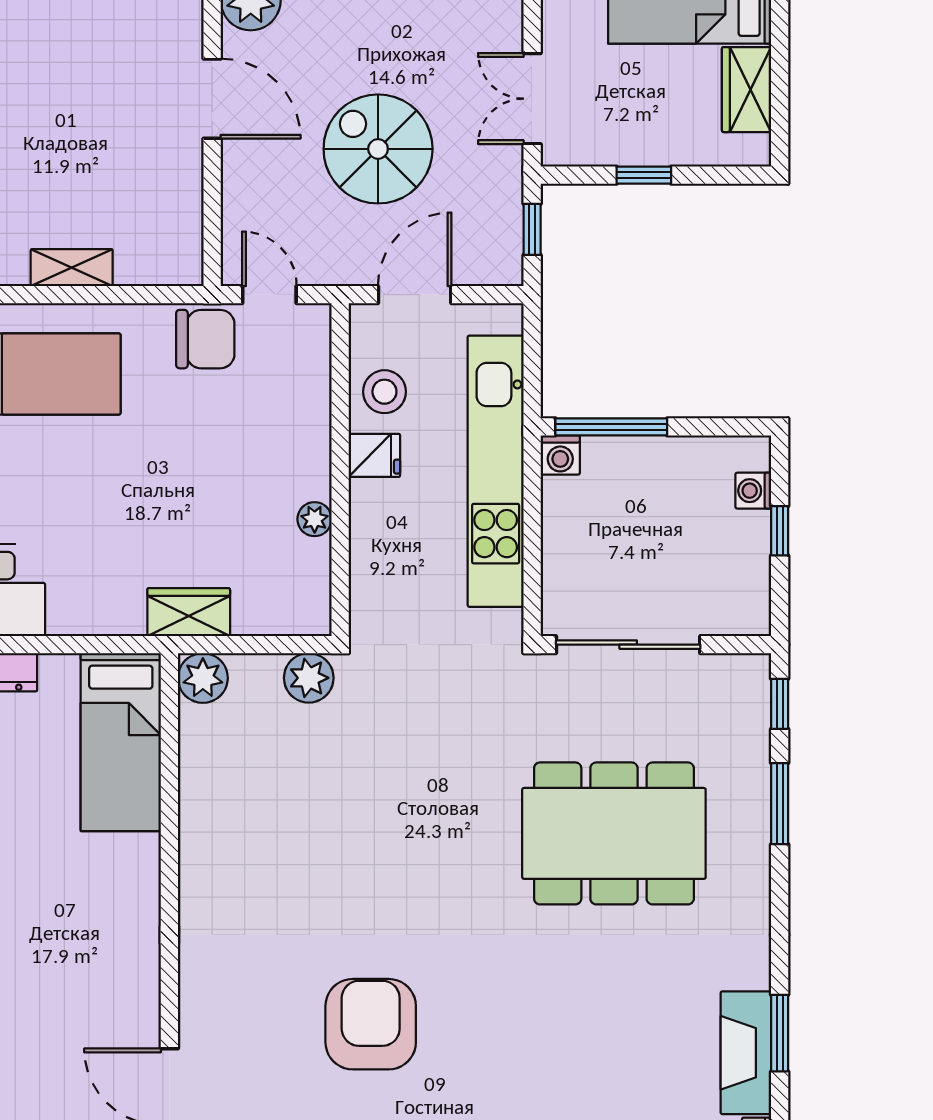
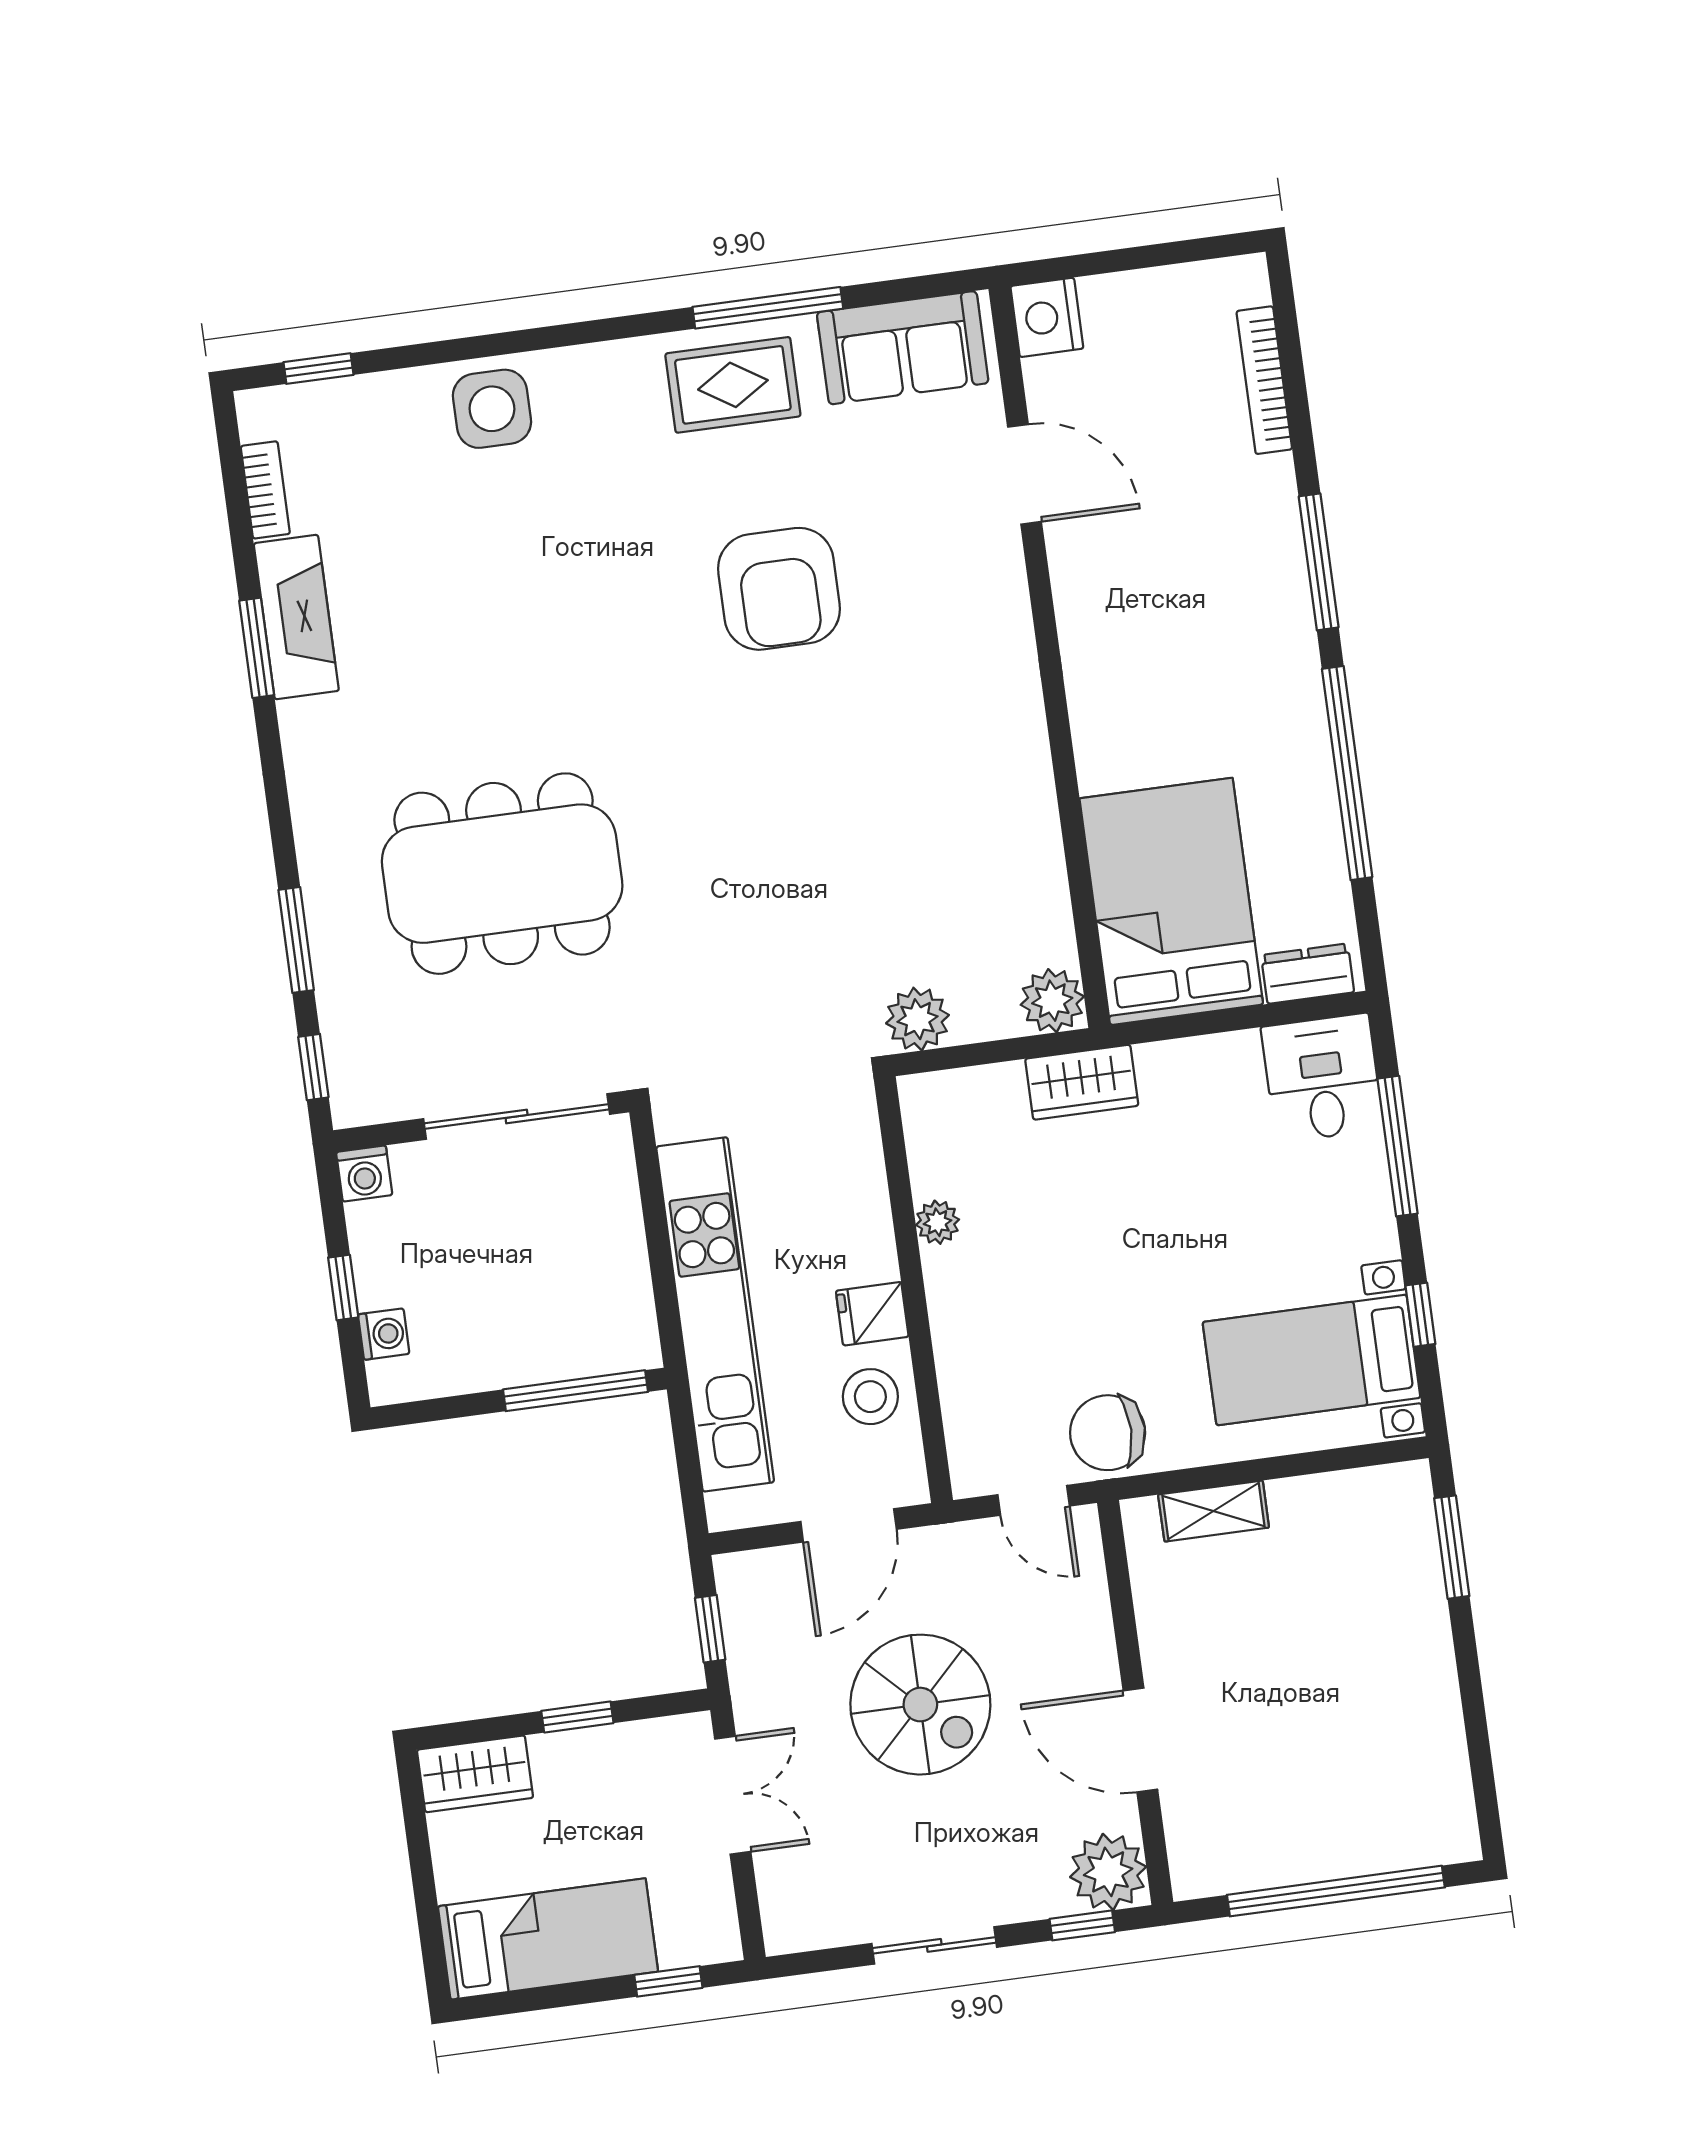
wardrobe: (747, 90) -> (475, 1774), moved, turned 90
shelving: (72, 268) -> (1214, 1511), moved
washing machine: (560, 455) -> (364, 1174), moved, turned 180
bed: (121, 742) -> (1171, 901), width x1.50

